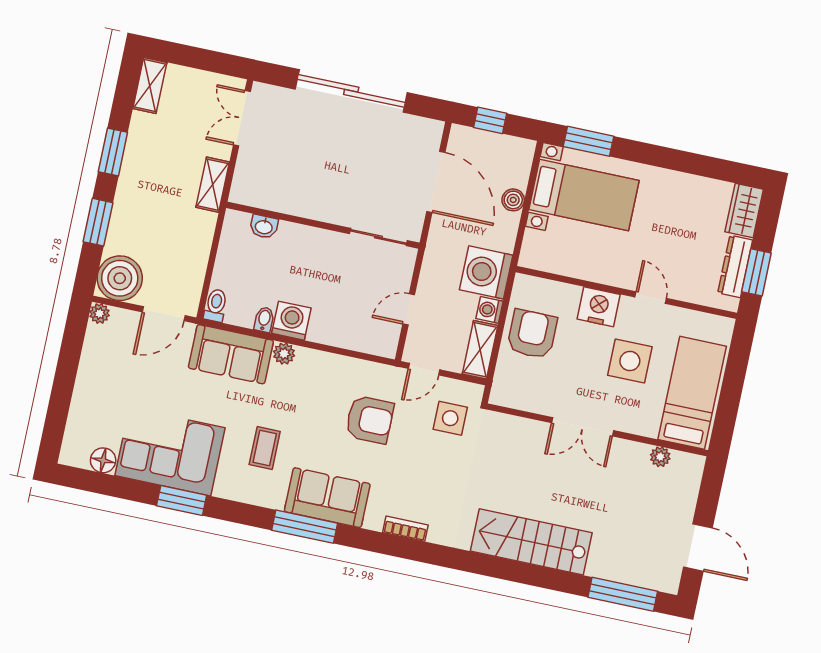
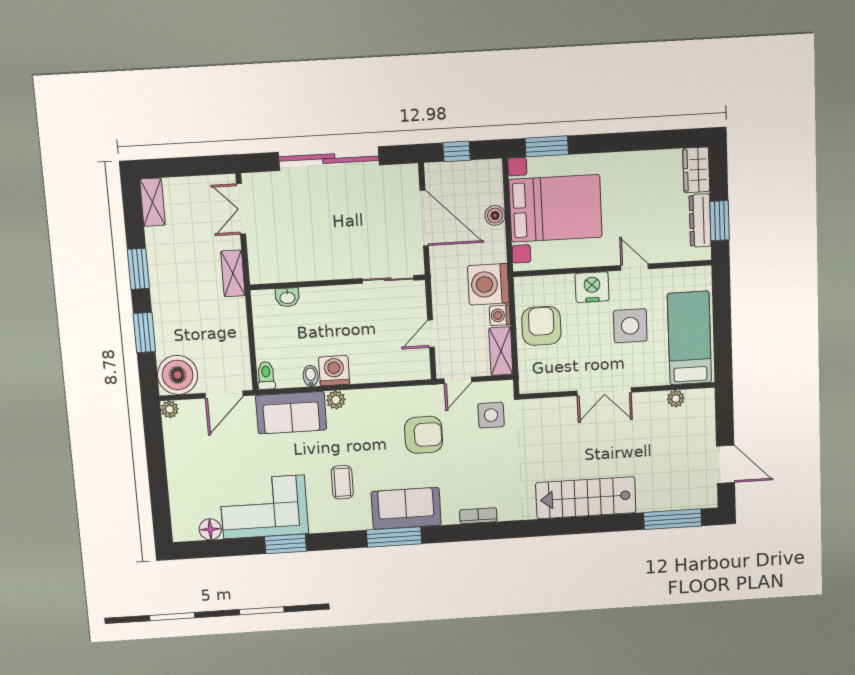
bed with nightstands: (584, 195) -> (556, 208), width x1.36

